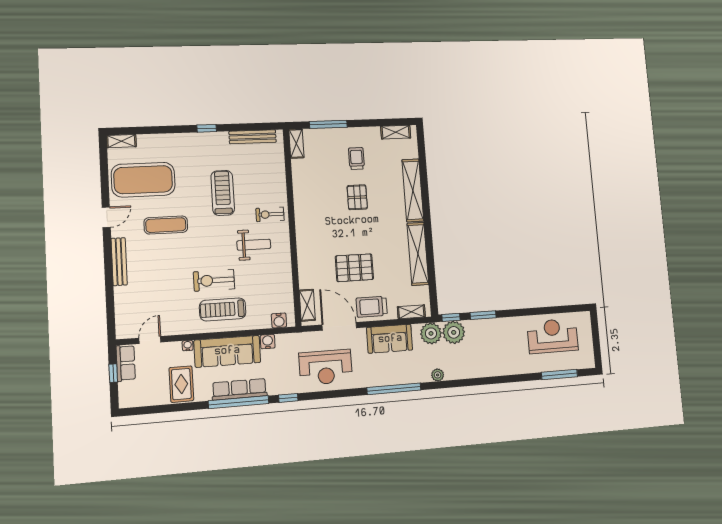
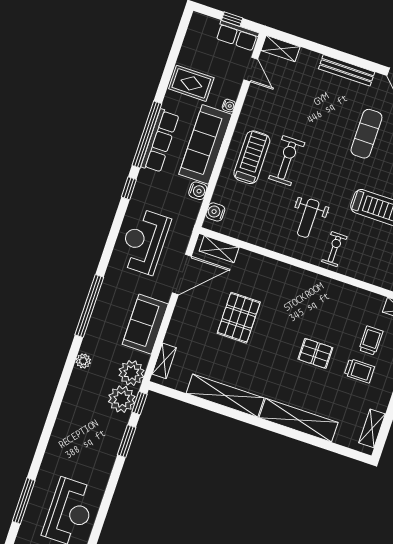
trolley: (372, 307) -> (371, 341), moved, width x0.73, depth x0.72
shelving: (122, 323) -> (280, 49), added

